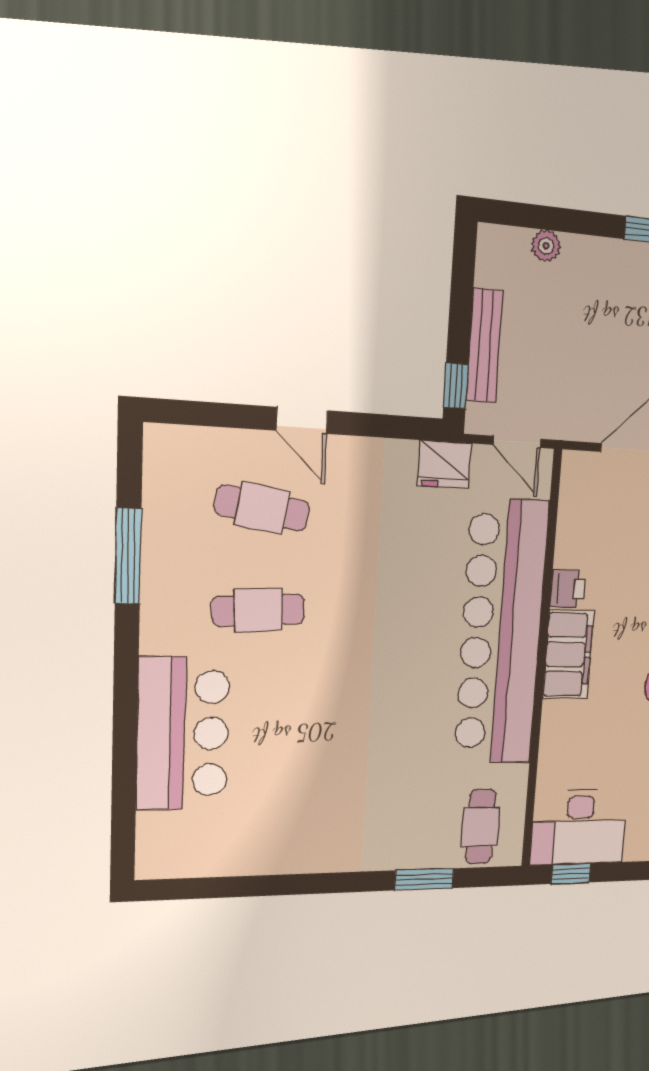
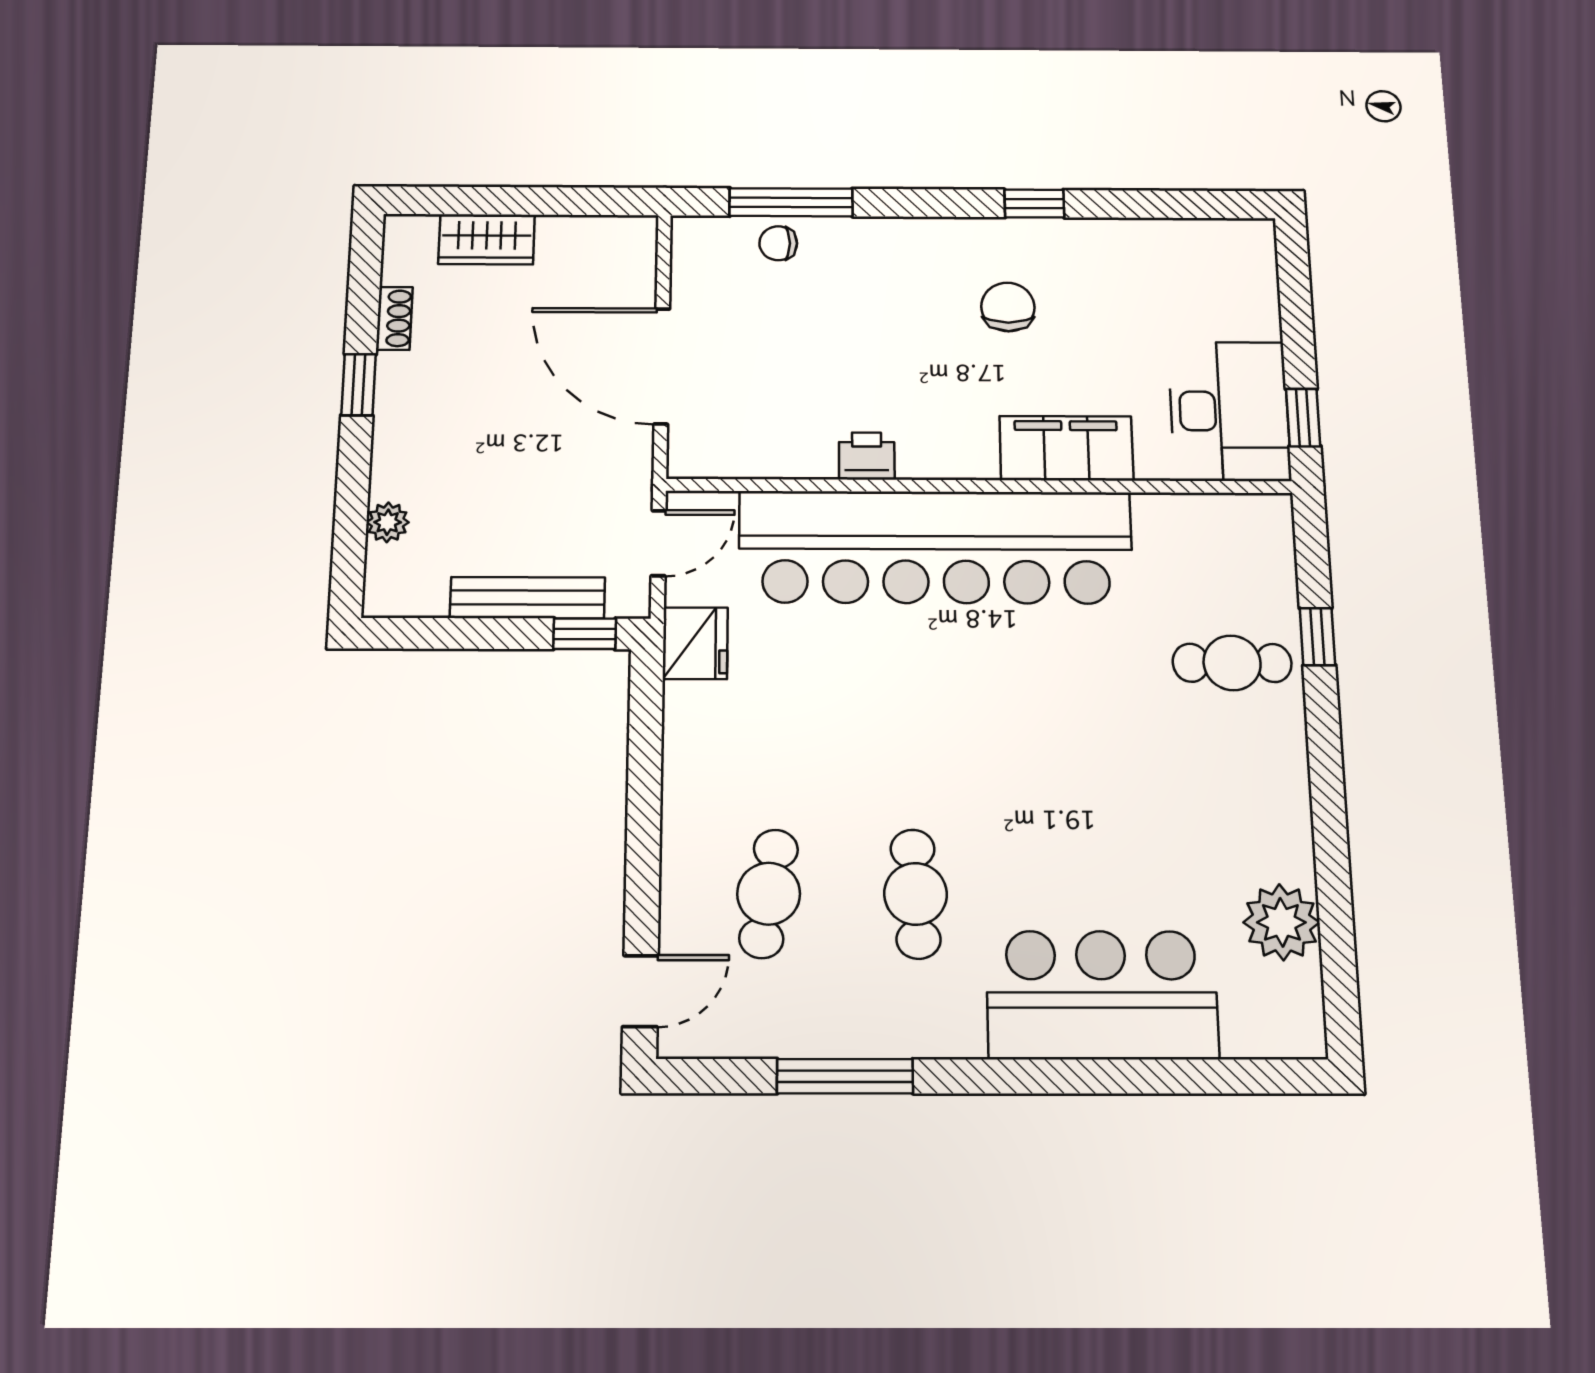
door: (302, 420) -> (640, 991), moved
filing cabinet: (568, 654) -> (1066, 448), moved
cafe table: (481, 827) -> (1232, 663), moved
plant: (230, 852) -> (1281, 922), added
window: (424, 879) -> (1317, 637), width x0.67

